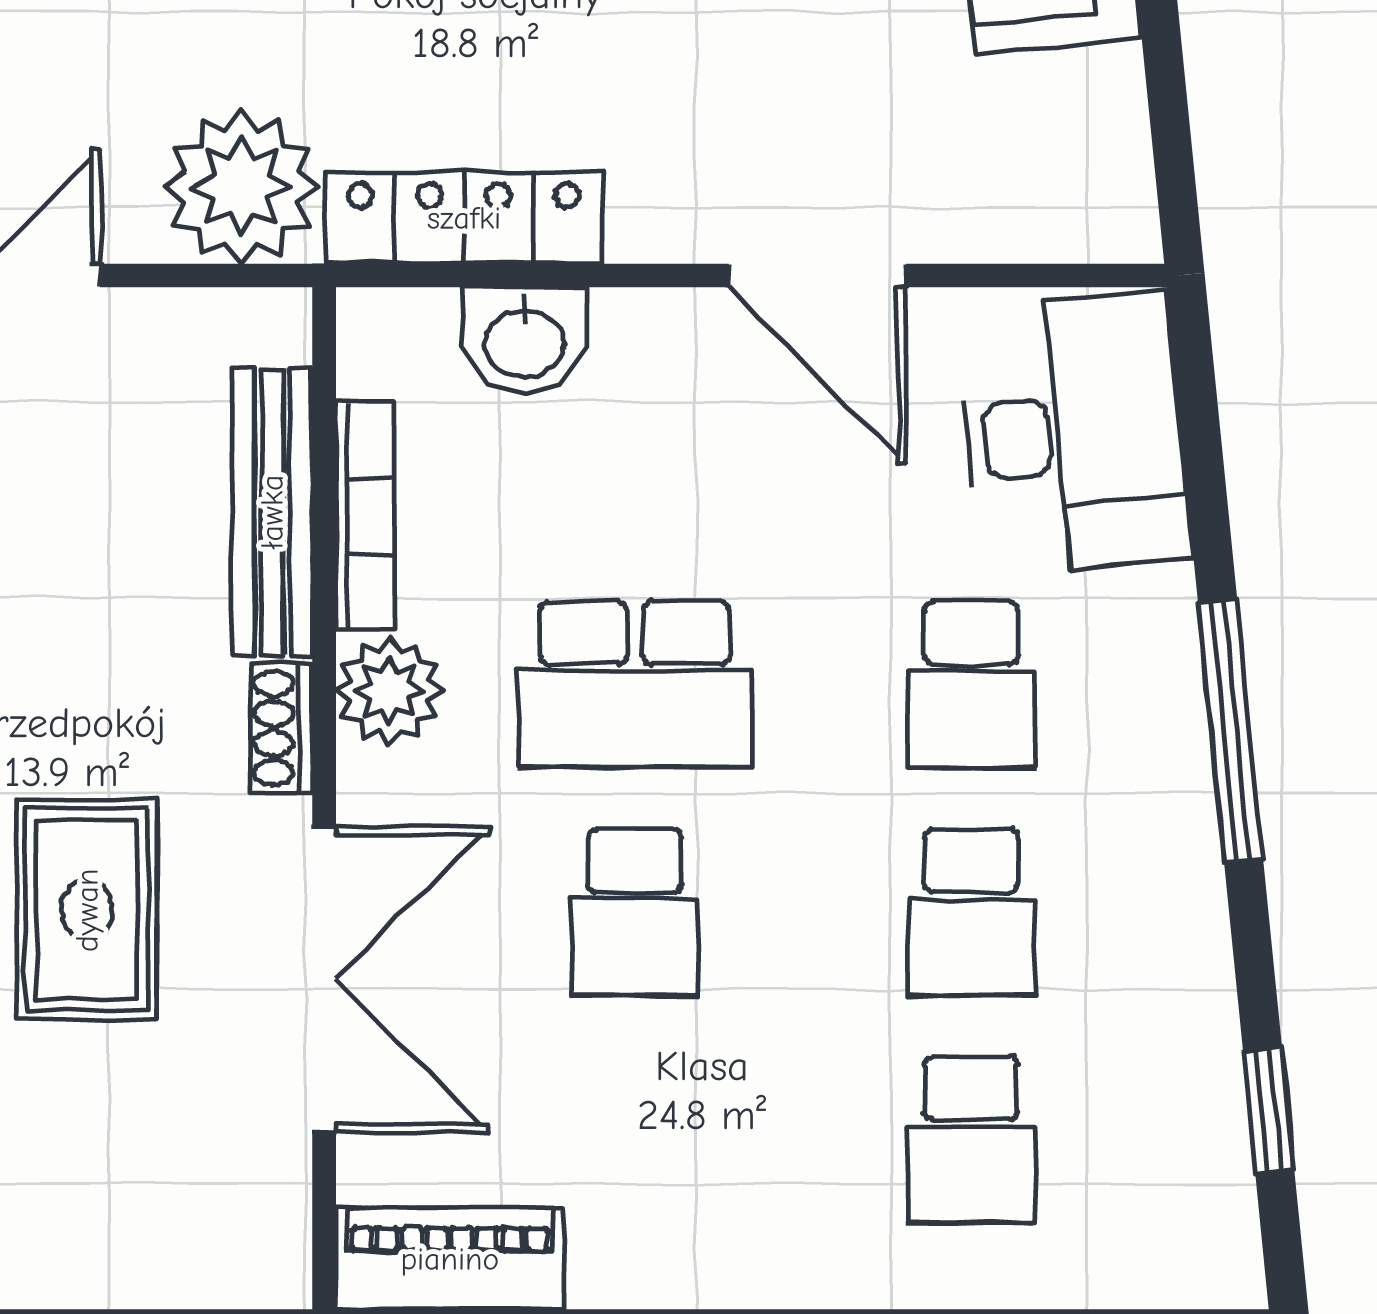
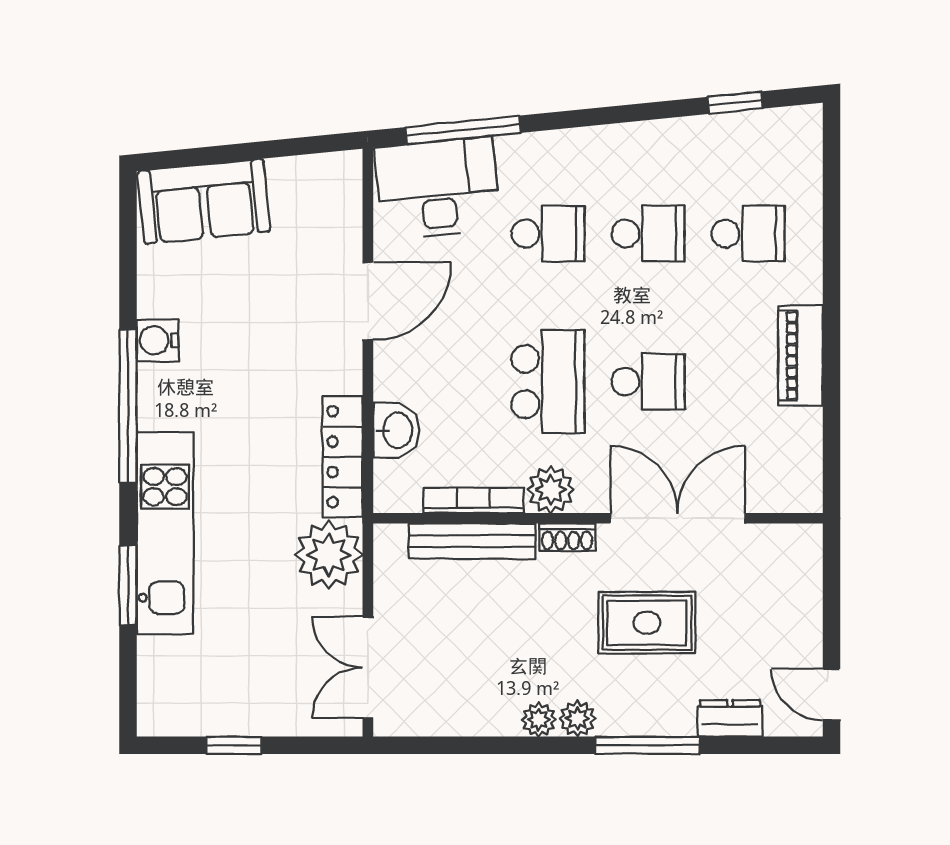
window: (1231, 731) -> (463, 130), moved
piano: (450, 1259) -> (800, 356), moved

